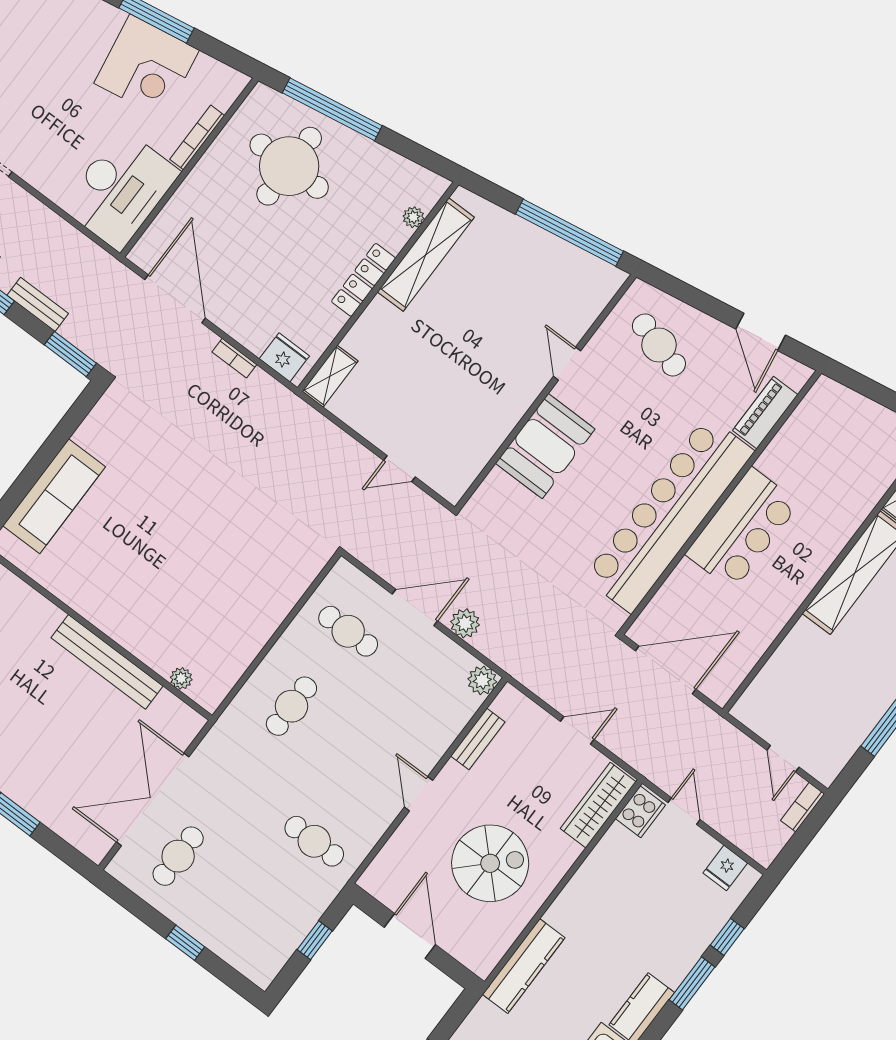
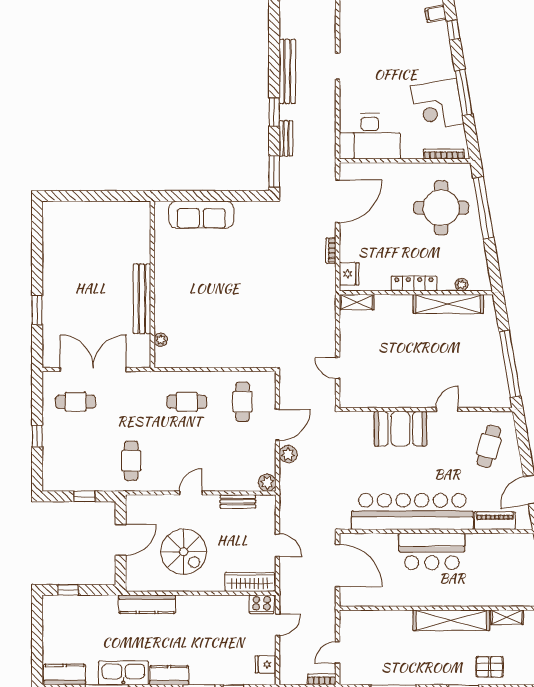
bookcase: (197, 137) -> (444, 154), moved
door: (415, 607) -> (278, 425), hinge flipped

